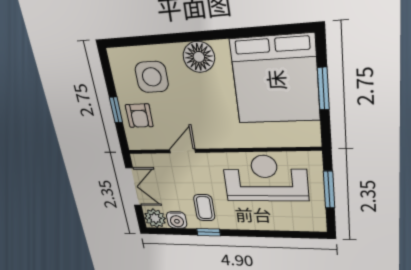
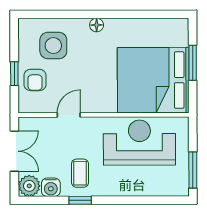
floor lamp: (199, 57) -> (97, 25), width x0.53, depth x0.53
bed: (275, 80) -> (153, 80), moved, turned 90
window: (329, 190) -> (193, 170), moved

